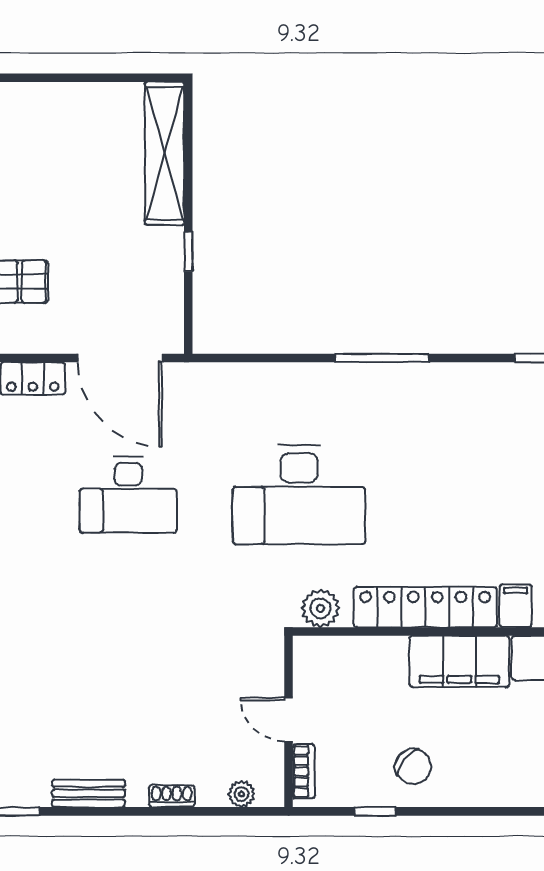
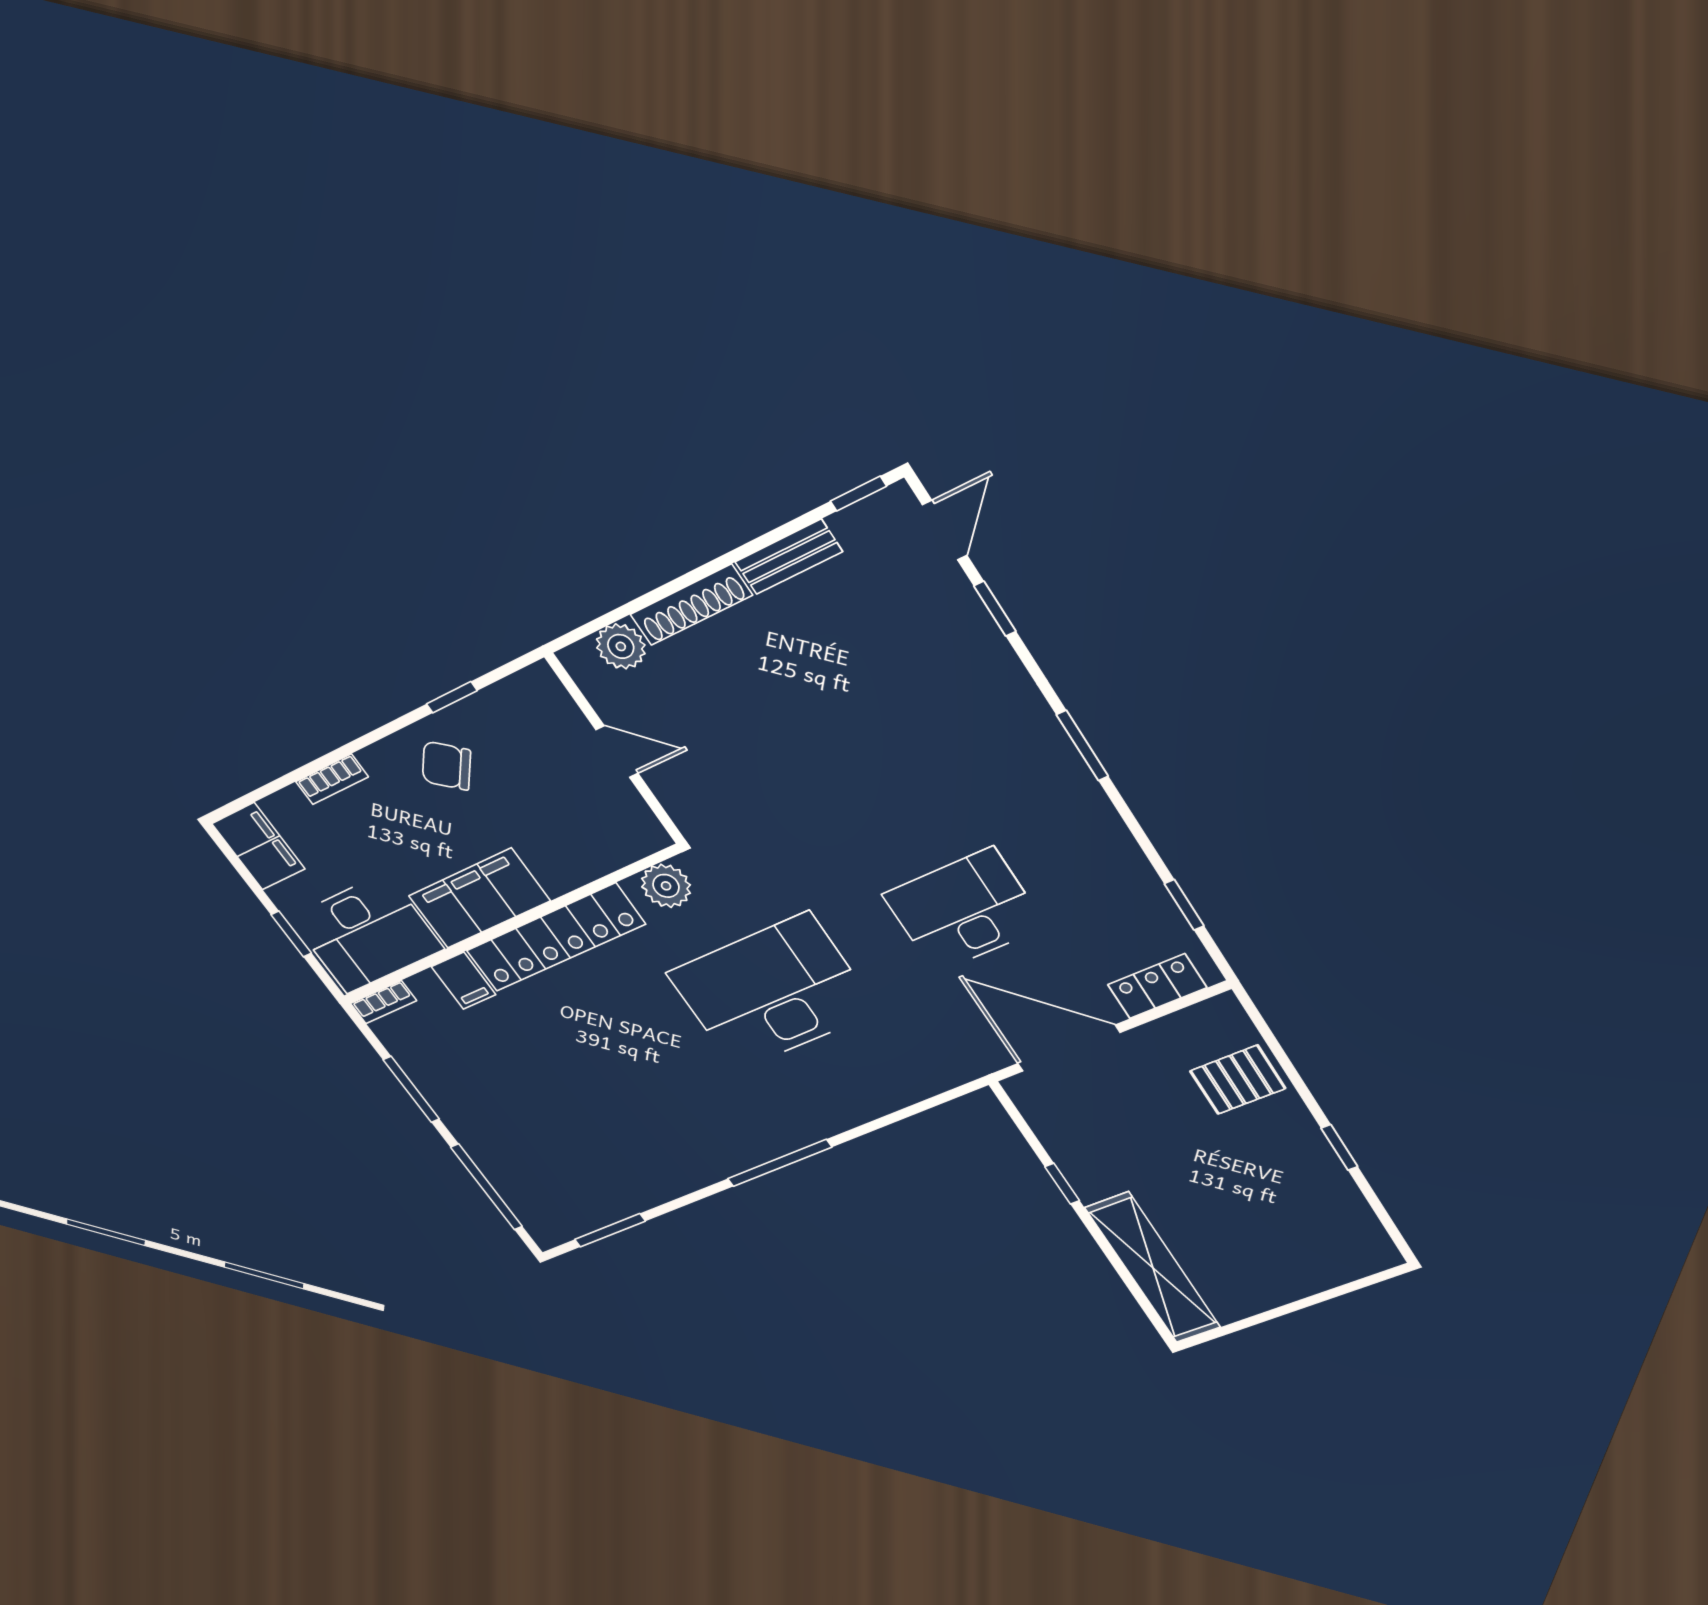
bookcase: (304, 771) -> (332, 779), moved, turned -90
plant: (241, 794) -> (621, 646), width x1.38, depth x1.38
shoe rack: (172, 796) -> (691, 605), width x1.94, depth x1.24

